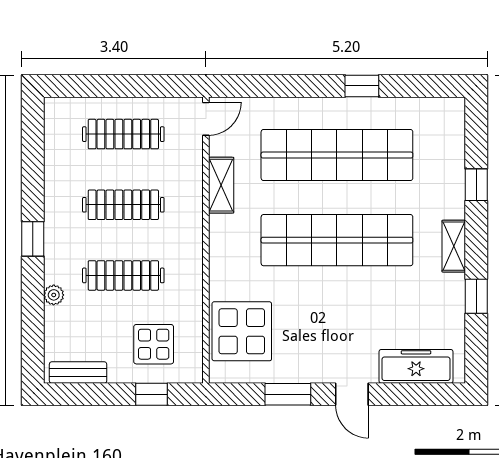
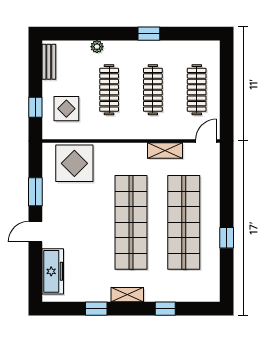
door: (206, 119) -> (206, 141), swing flipped
window: (33, 239) -> (149, 34), moved

